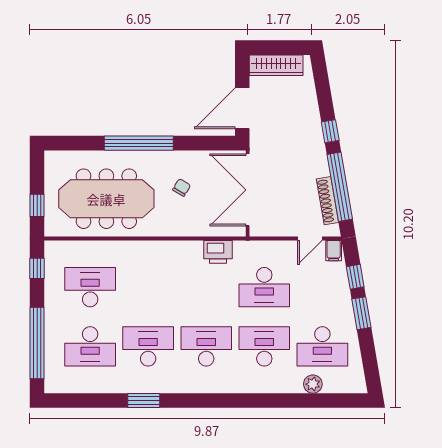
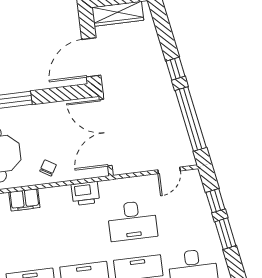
chair: (182, 188) -> (48, 168), moved
shoe rack: (328, 201) -> (181, 133), removed
filing cabinet: (334, 251) -> (24, 200), moved, width x2.00

